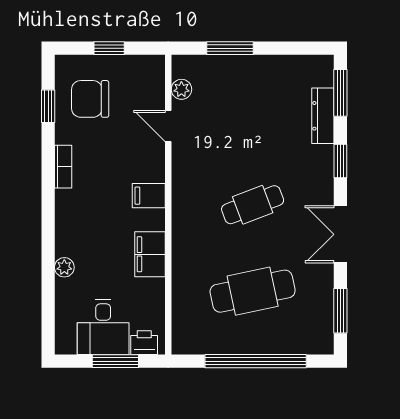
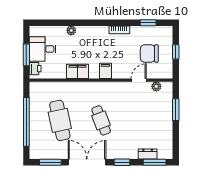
chair: (90, 99) -> (149, 53), moved, turned -90
dresser: (323, 116) -> (148, 154), width x0.70
double door: (340, 234) -> (87, 162), width x1.37

